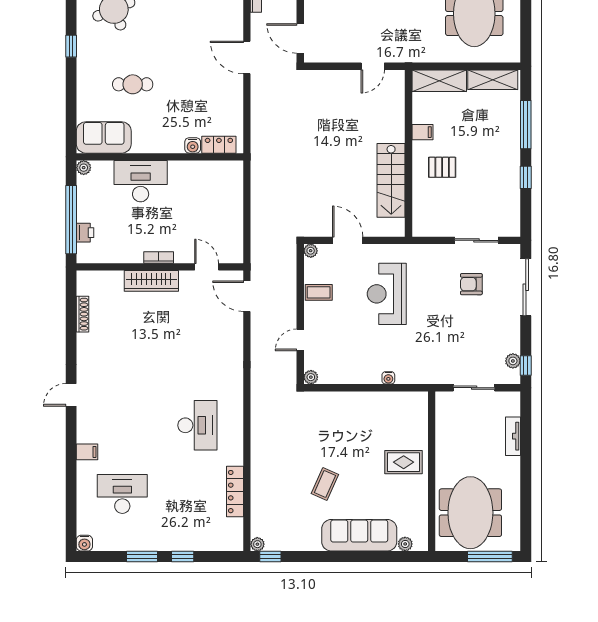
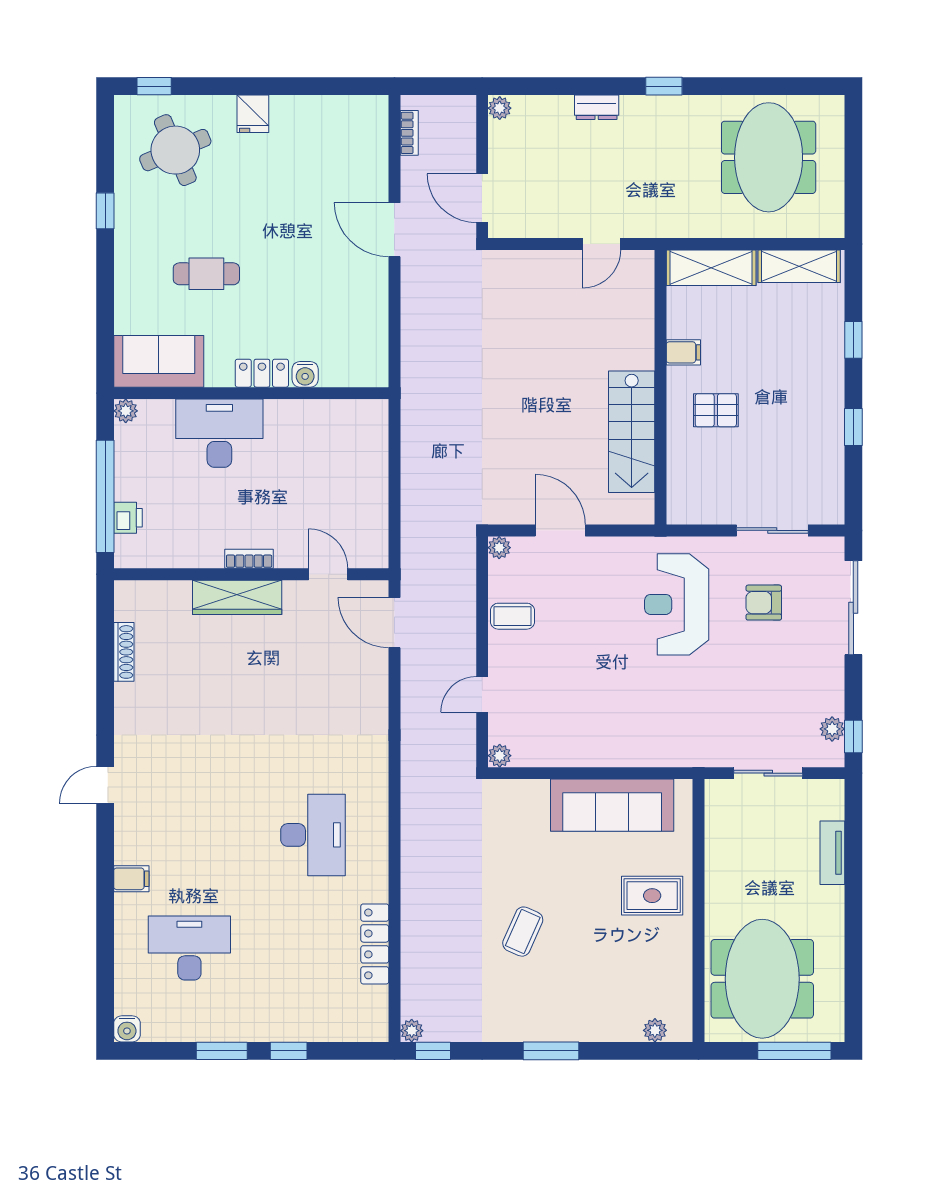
window: (526, 125) -> (853, 340), width x0.46
locker: (219, 145) -> (262, 373), moved
reception desk: (387, 294) -> (677, 604), moved
water cooler: (388, 378) -> (627, 757), removed
sofa: (359, 535) -> (612, 805), moved, turned 180
window: (342, 556) -> (551, 1051), added

